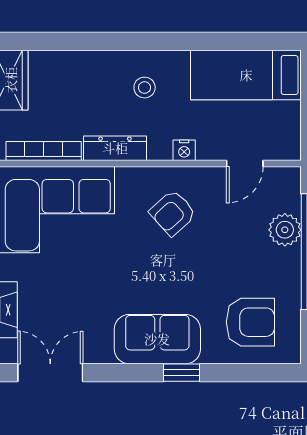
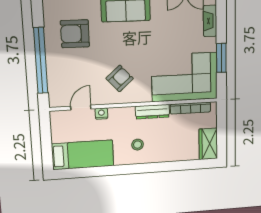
nightstand: (184, 150) -> (101, 114), moved
plant: (285, 230) -> (56, 72), removed
armchair: (250, 322) -> (75, 34), moved

